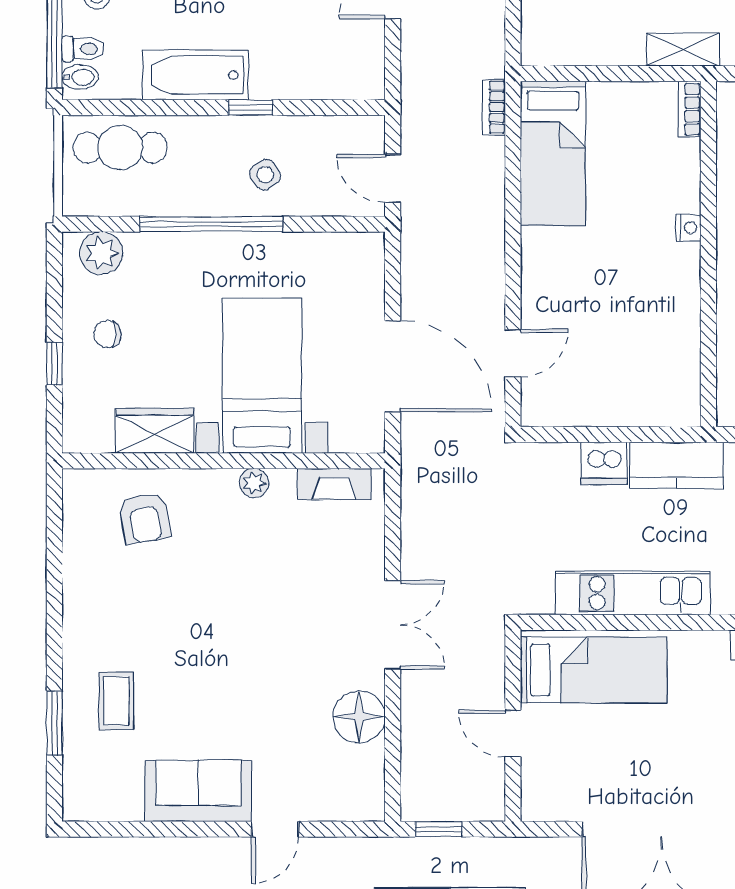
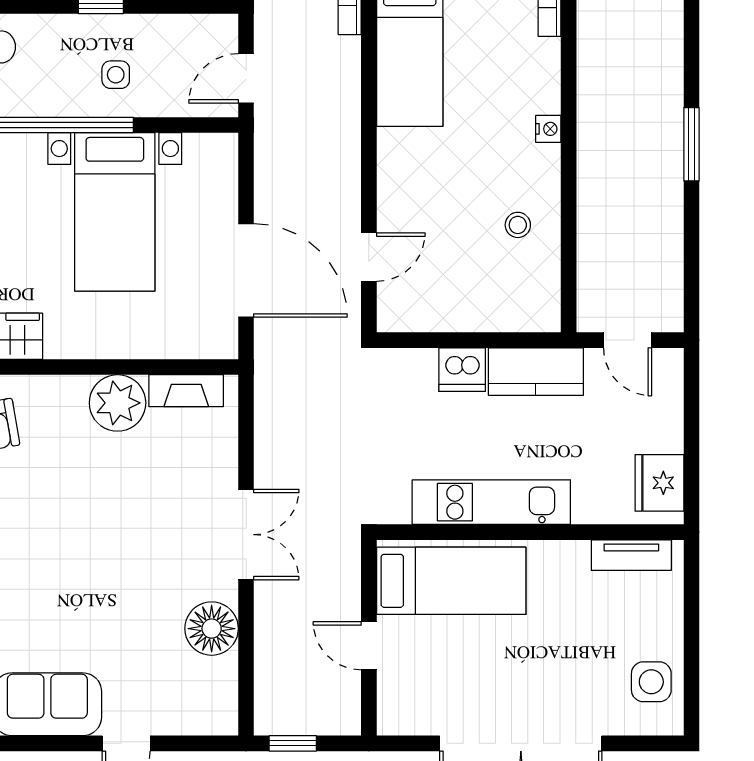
side table: (265, 175) -> (116, 75), turned 35
door: (393, 178) -> (246, 78), hinge flipped
stool: (659, 322) -> (518, 225), added
bed with nightstands: (262, 376) -> (115, 212), moved, turned 180
plant: (254, 483) -> (118, 403), width x1.88, depth x1.88

